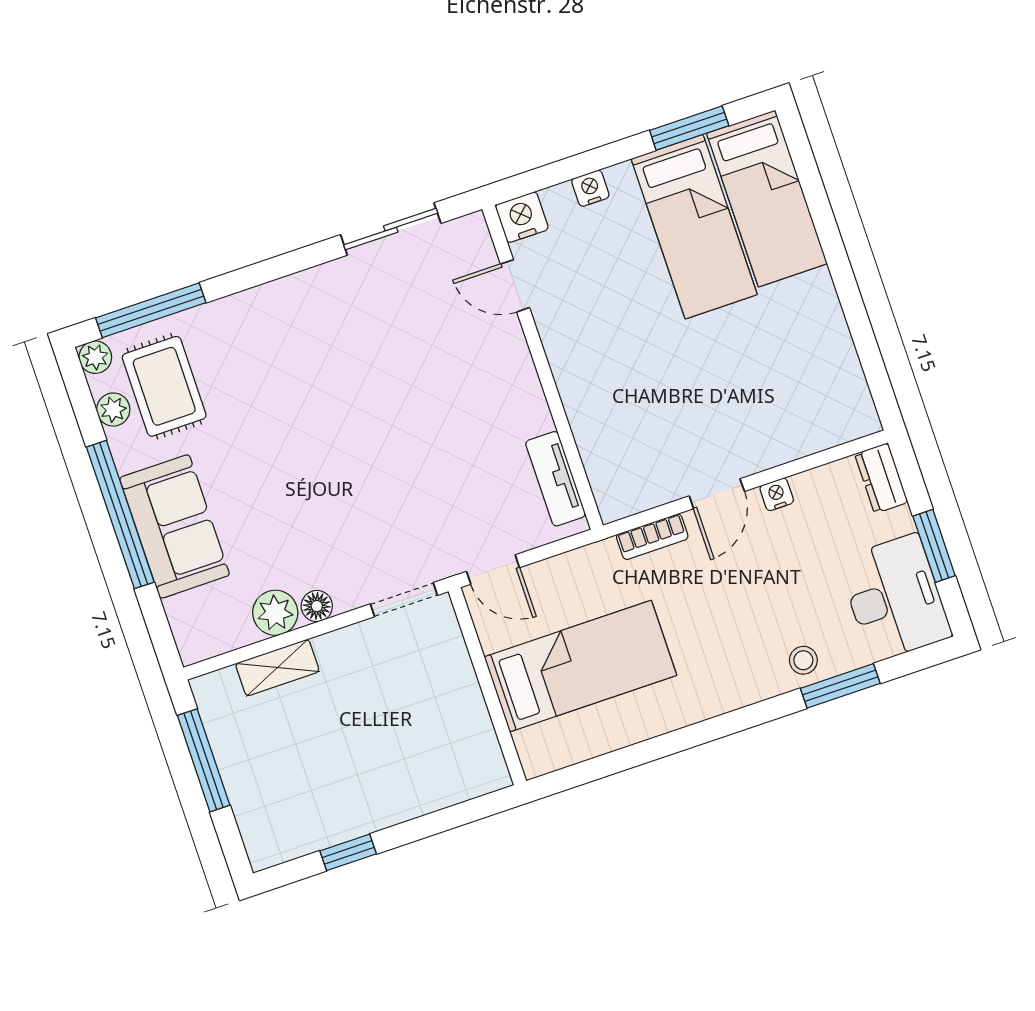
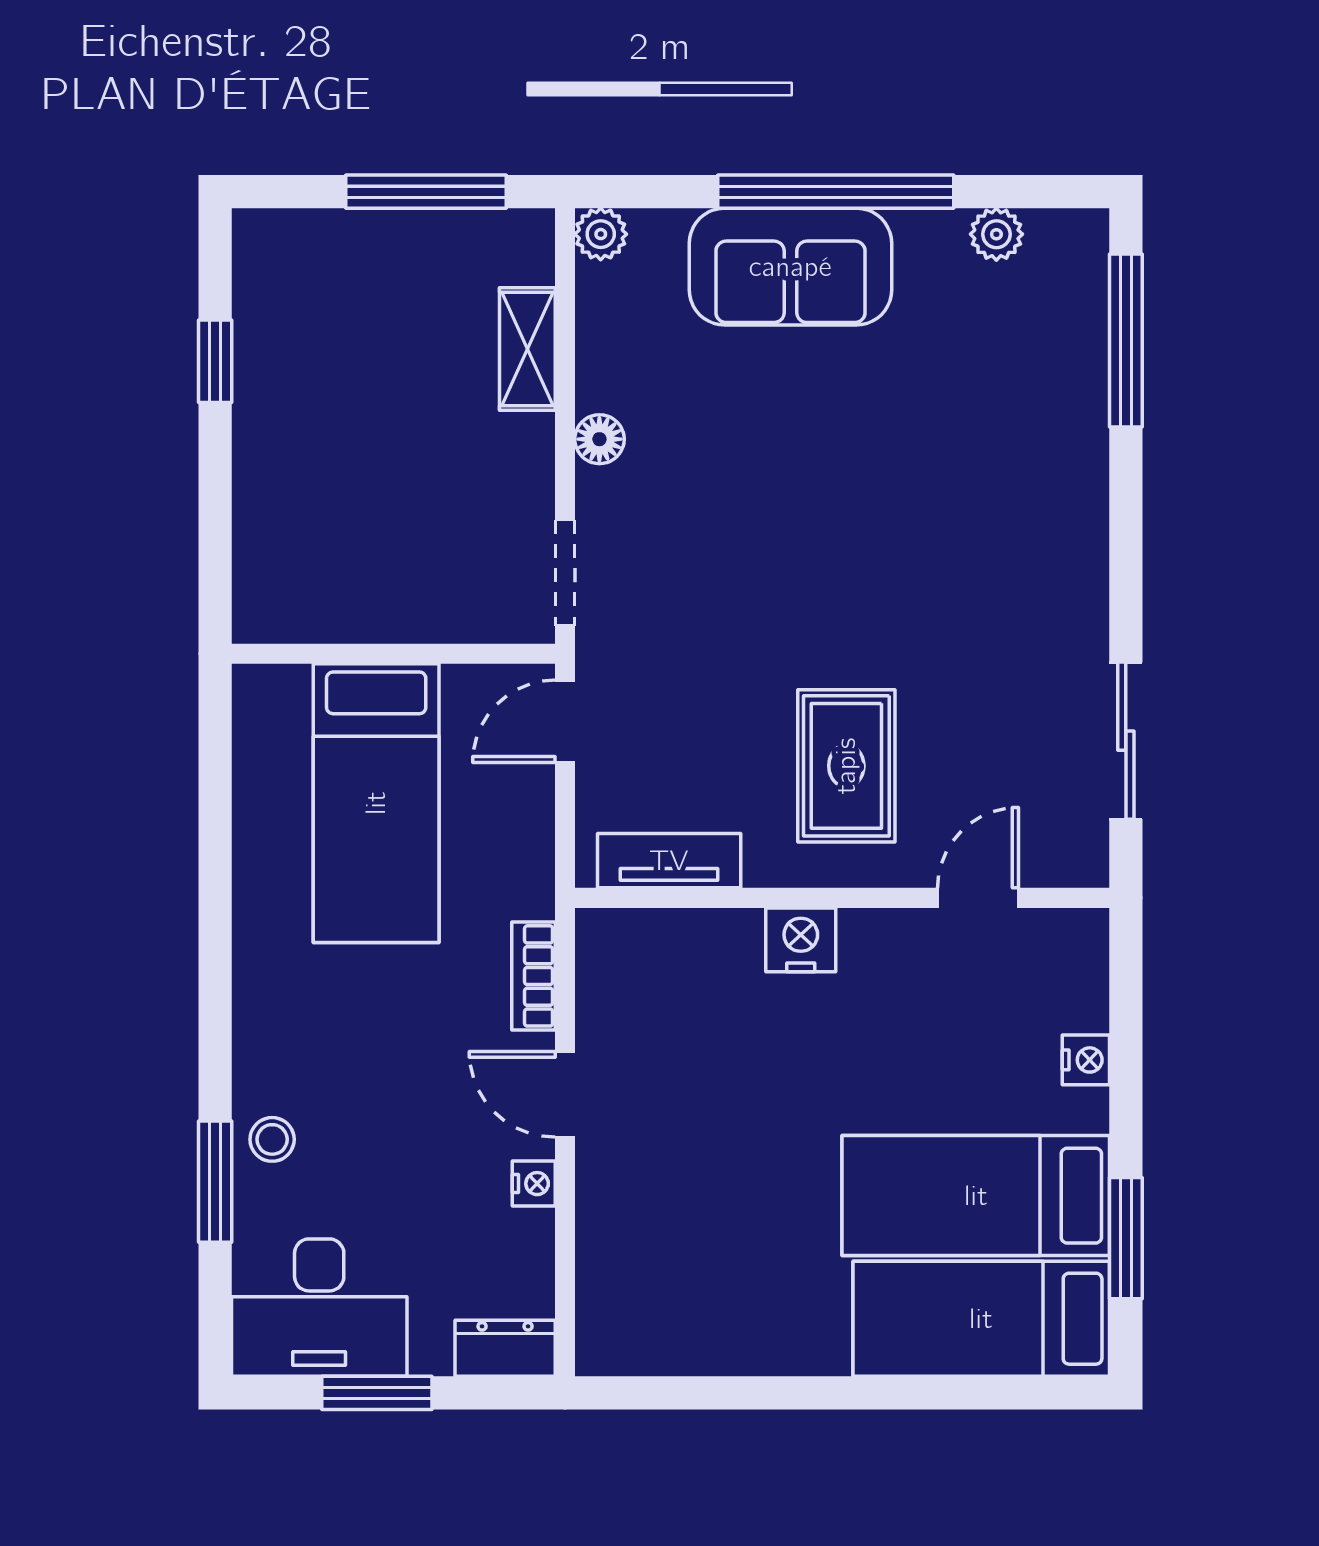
nightstand: (522, 217) -> (801, 940), moved, turned -90
plant: (95, 357) -> (1084, 234), removed
rug: (164, 386) -> (846, 766), moved, turned 90
plant: (275, 613) -> (601, 234), moved, width x0.73, depth x0.73

